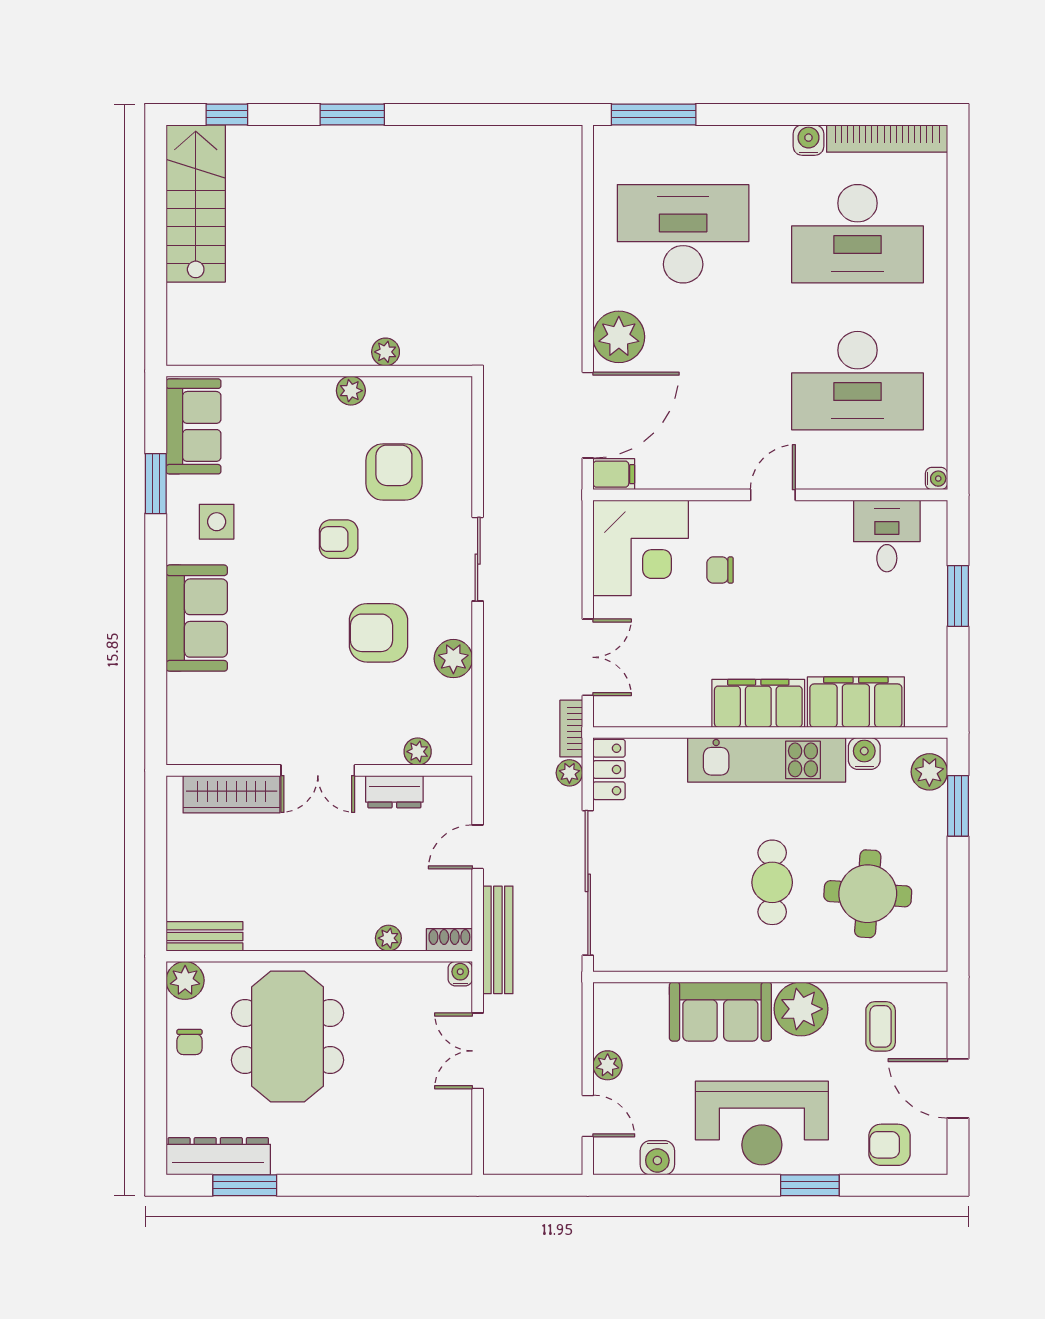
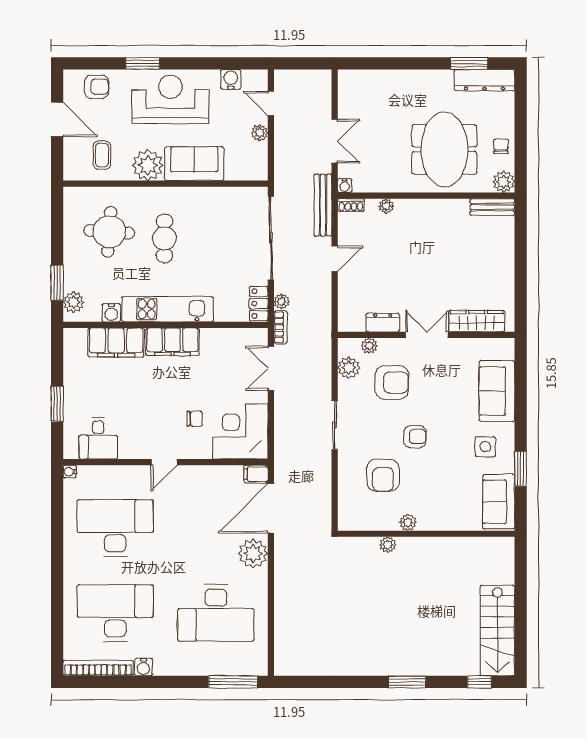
plant: (418, 752) -> (369, 346), moved
double door: (318, 770) -> (427, 335), moved
wall: (319, 770) -> (426, 335), moved
dresser: (394, 792) -> (383, 323), moved
wardrobe: (232, 794) -> (477, 321), moved

